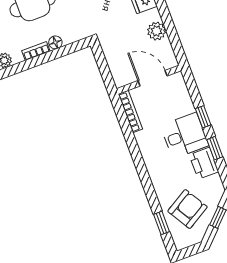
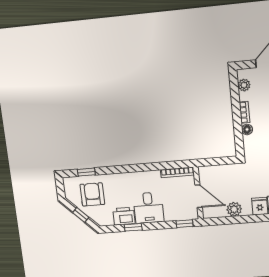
door: (153, 78) -> (199, 196), hinge flipped
window: (203, 117) -> (184, 224), moved
armchair: (188, 209) -> (92, 194), turned -149

